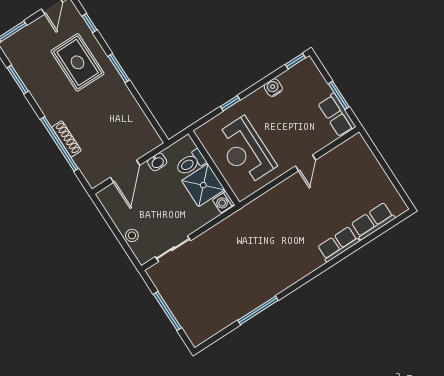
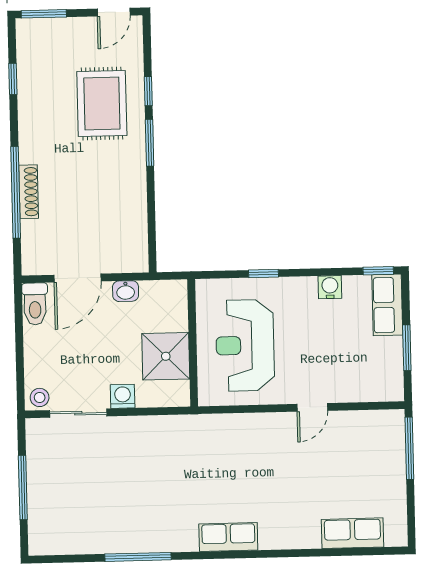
window: (89, 23) -> (148, 91), moved
window: (18, 80) -> (13, 79), width x0.67
row of seats: (337, 115) -> (387, 305), moved
window: (376, 152) -> (409, 448), added
toilet: (191, 163) -> (35, 304), moved, turned -90
washing machine: (223, 202) -> (123, 396), moved, turned 90
stool: (132, 235) -> (40, 397), moved
row of seats: (338, 244) -> (228, 537), moved

